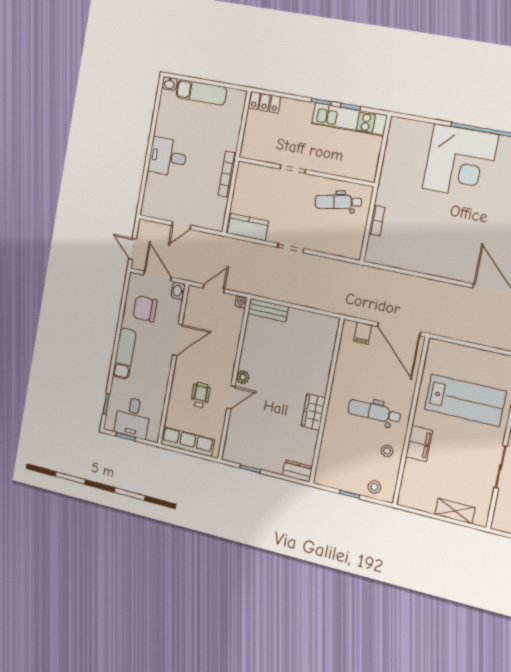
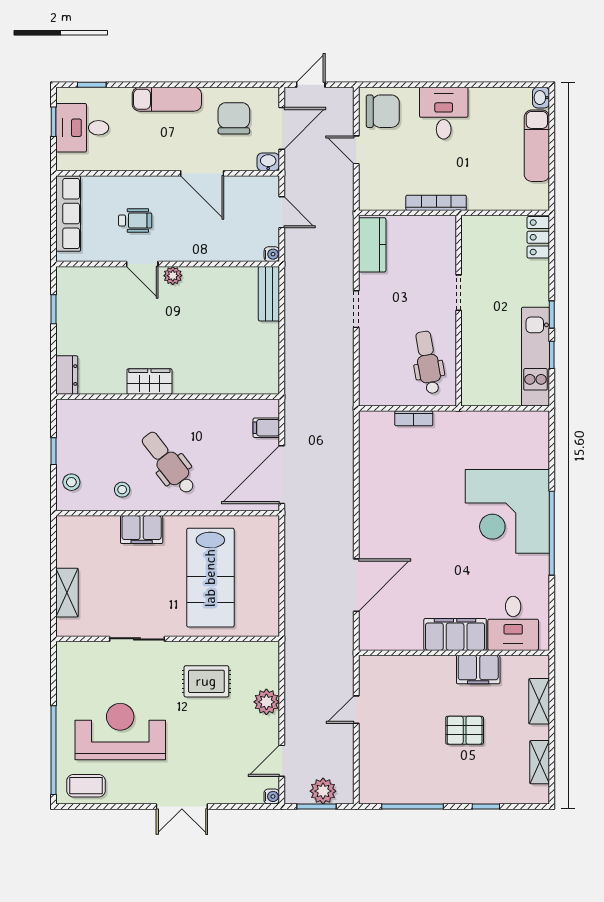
chair: (159, 201) -> (383, 111), added
dental chair: (374, 412) -> (168, 463), turned -38

